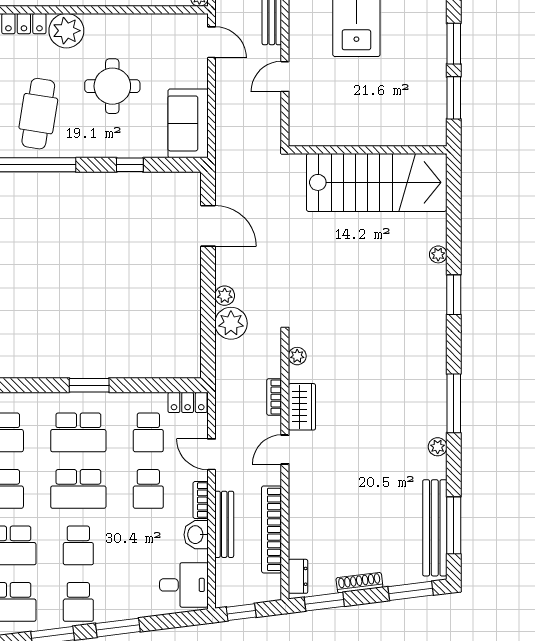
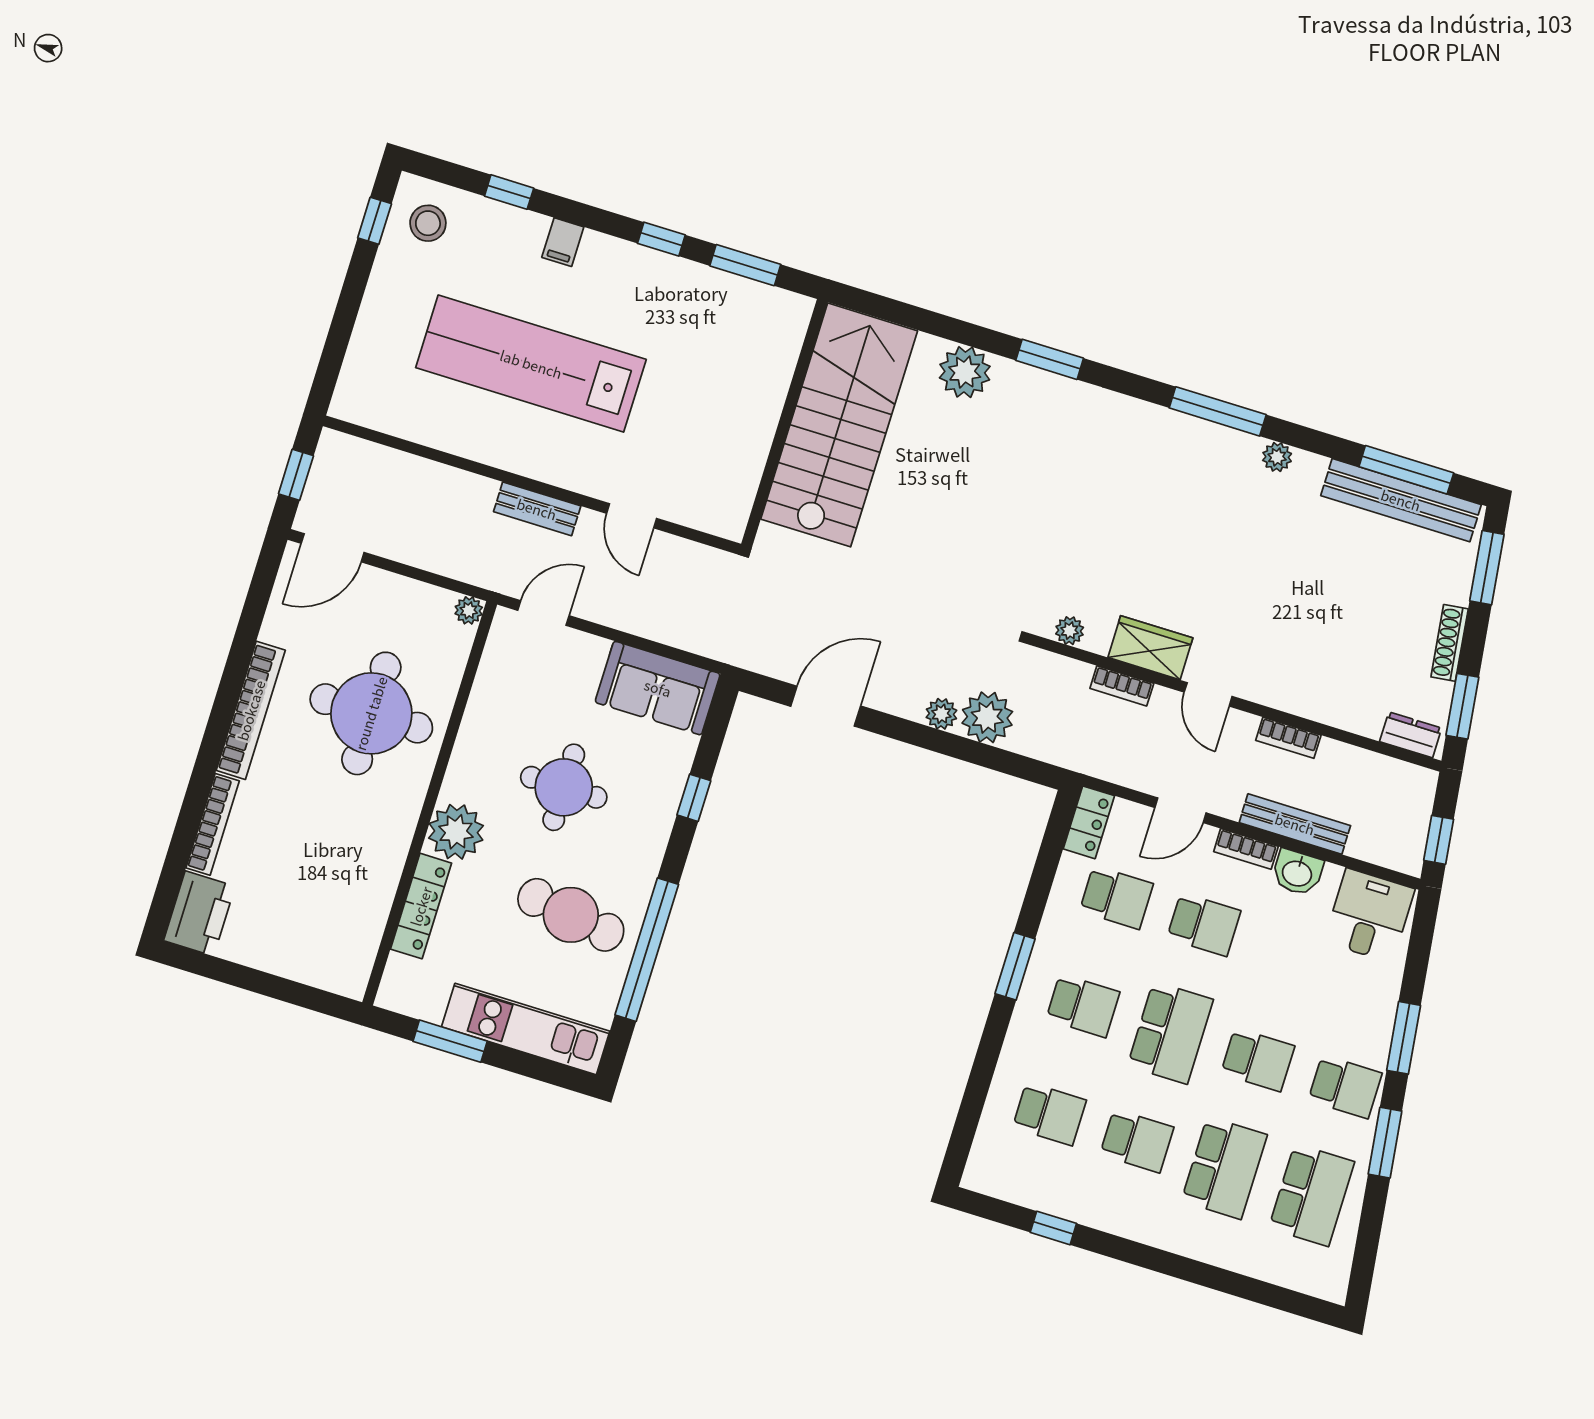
window: (454, 44) -> (661, 239), width x0.67
plant: (438, 254) -> (965, 372), width x1.88, depth x1.88
school desk: (78, 432) -> (1083, 1006), width x0.54
bookcase: (272, 529) -> (1288, 738), width x0.43, depth x0.76

